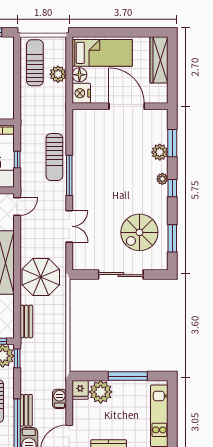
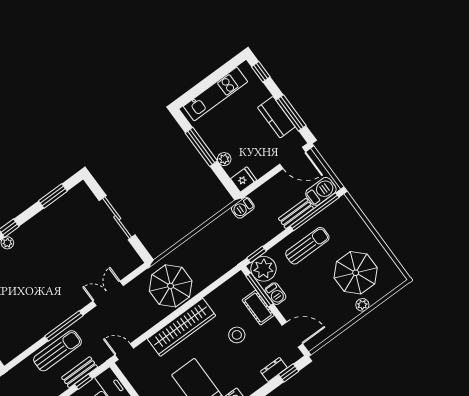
spiral stairs: (139, 232) -> (69, 228), removed
bench: (26, 322) -> (80, 372), moved
plant: (101, 392) -> (224, 159), width x0.53, depth x0.53
barbecue: (59, 399) -> (243, 208), moved

